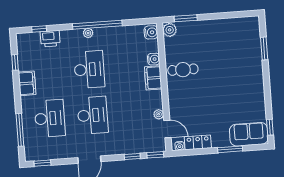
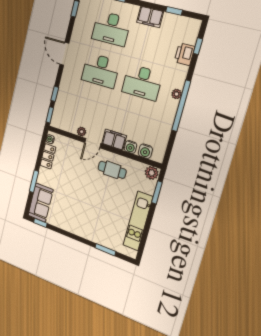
kitchen unit: (221, 27) -> (138, 221), added
water cooler: (151, 32) -> (145, 151), moved
cafe table: (183, 70) -> (112, 170), turned 90
door: (167, 129) -> (93, 143), moved

